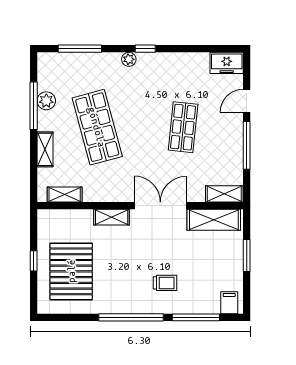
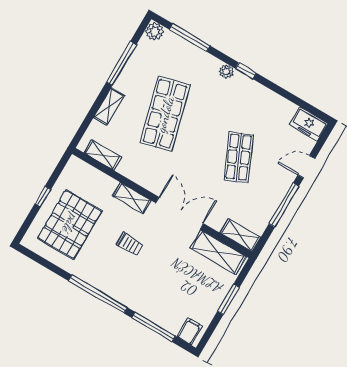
plant: (46, 101) -> (155, 31), moved
shop shelf: (183, 127) -> (239, 157), turned -30
trolley: (165, 283) -> (130, 244), moved

